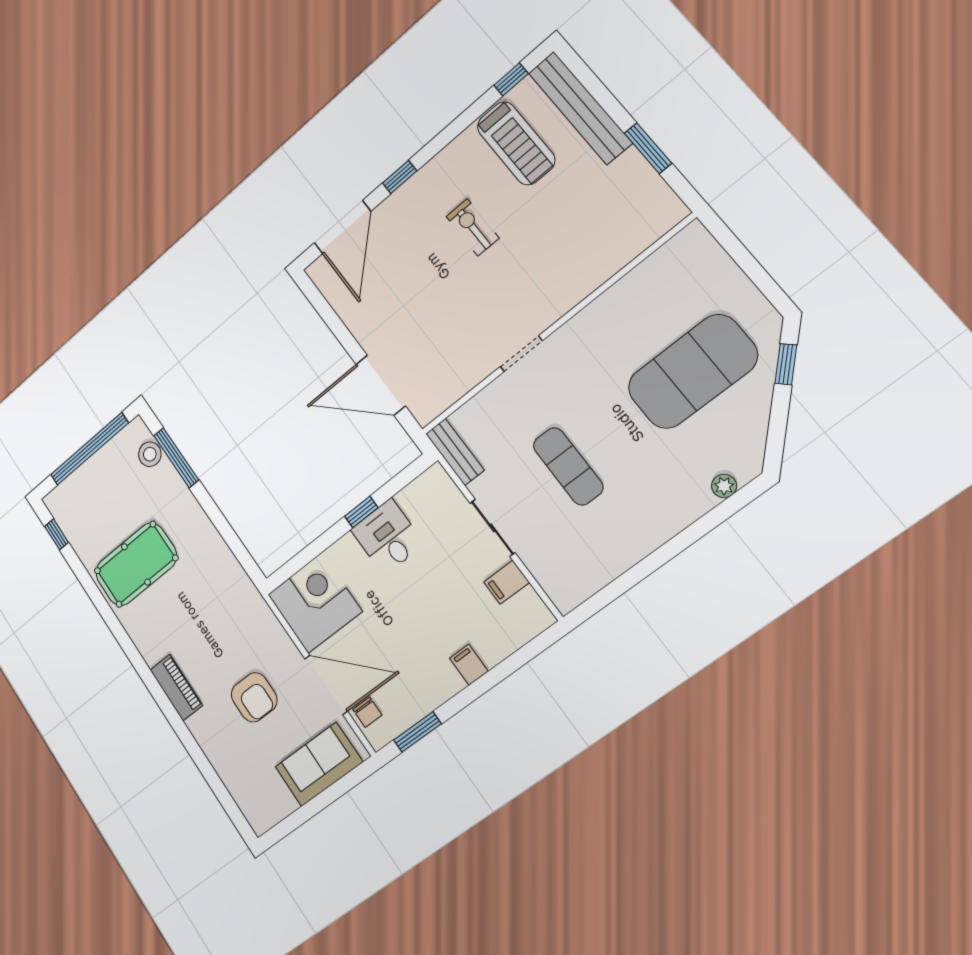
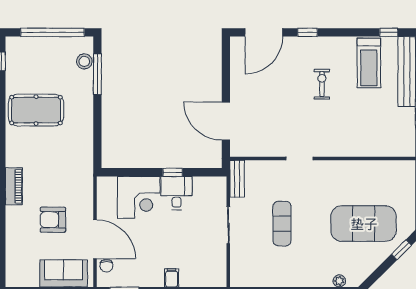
filing cabinet: (506, 582) -> (216, 254), removed
corner desk: (315, 603) -> (139, 197), moved, turned 90
armchair: (254, 697) -> (53, 220), turned 90

